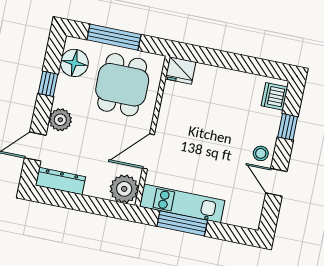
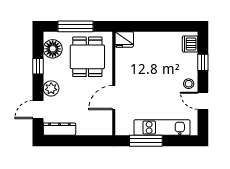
plant: (124, 189) -> (103, 126), removed
kitchen unit: (182, 203) -> (162, 128), moved

